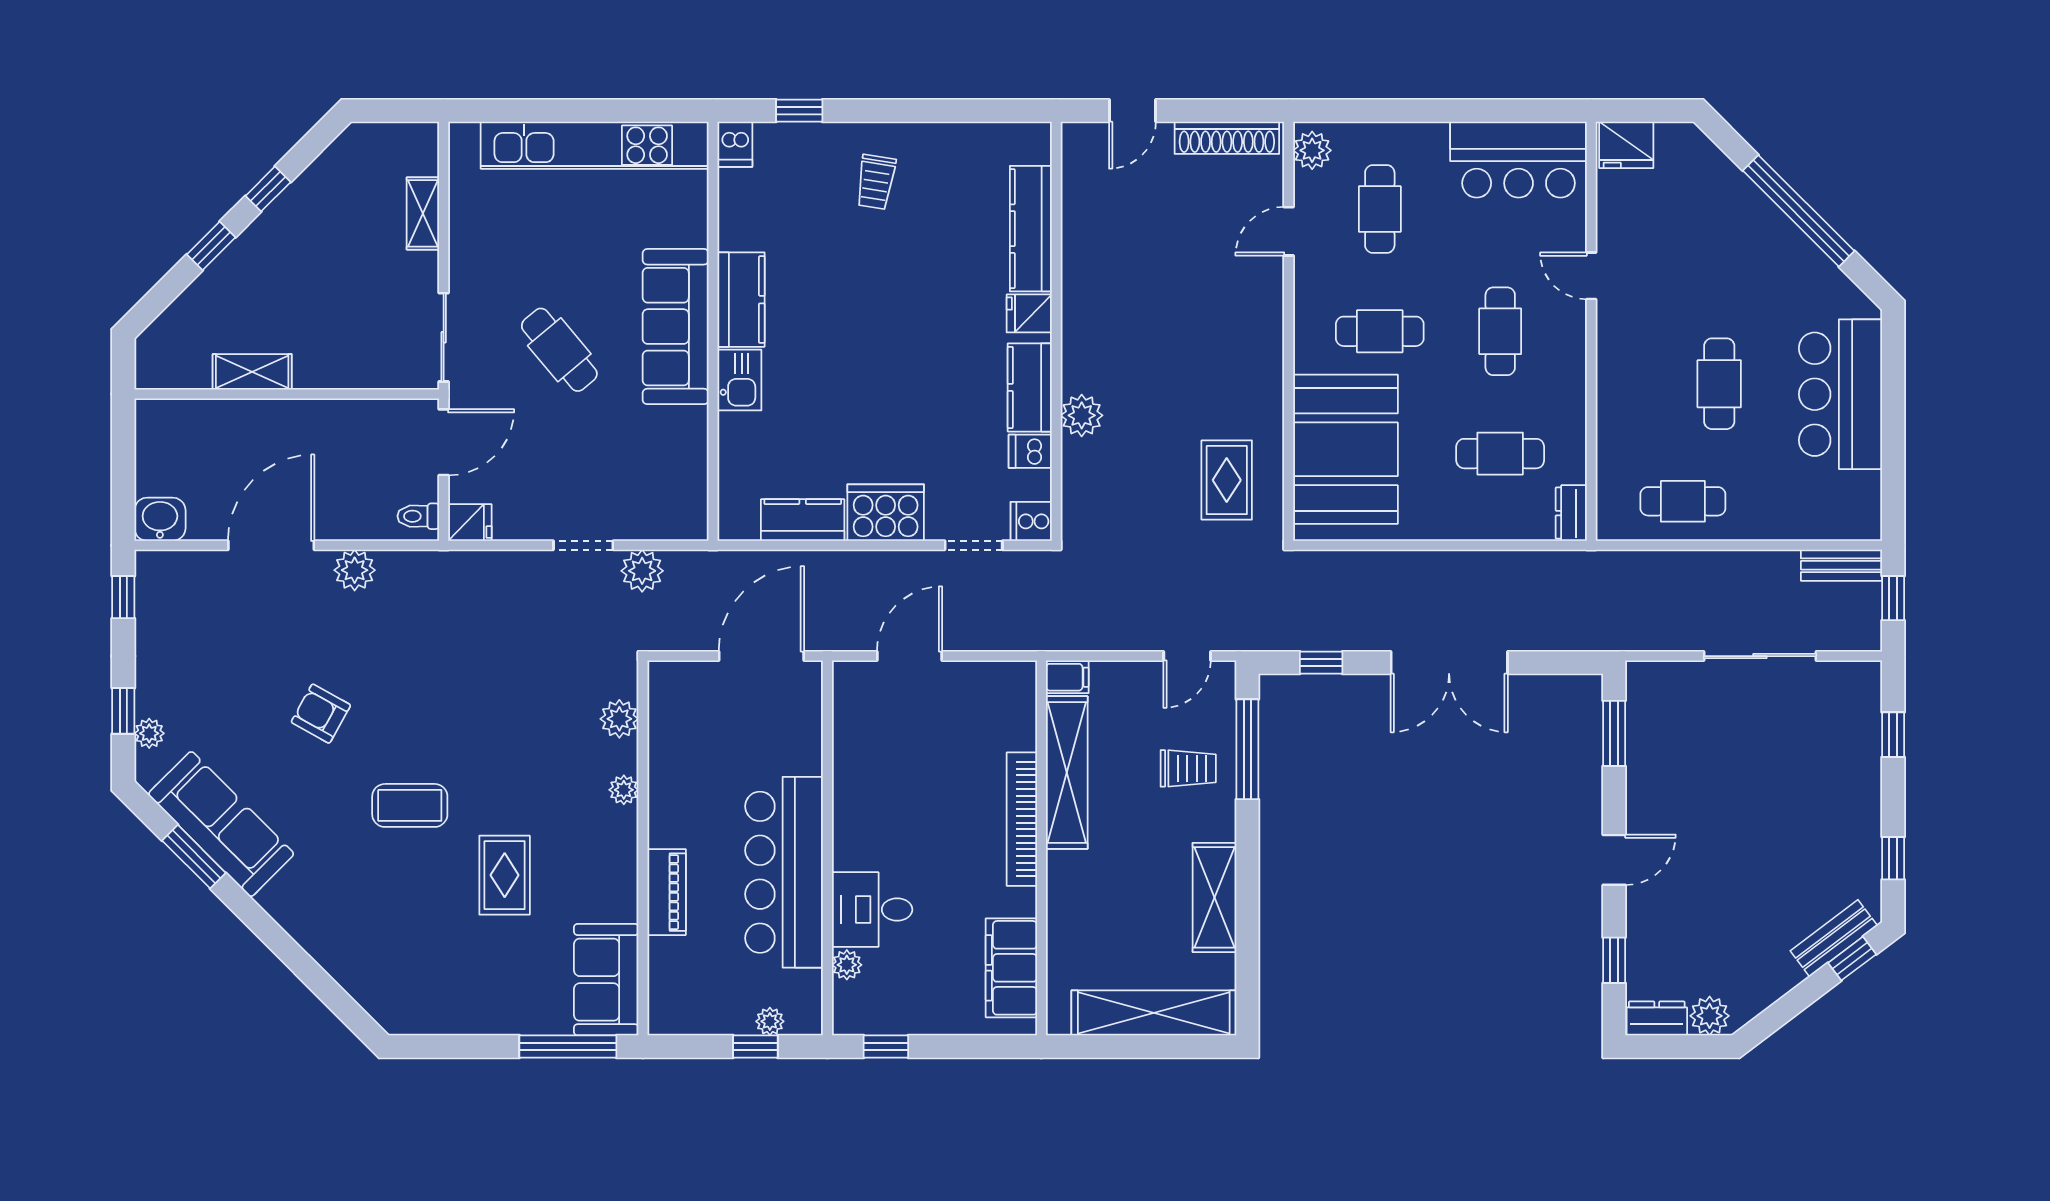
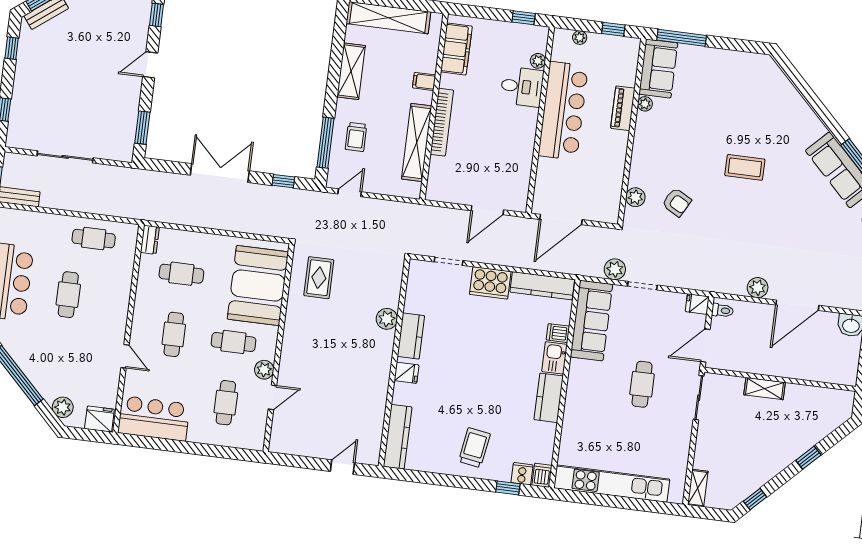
shoe rack: (1227, 138) -> (297, 448), removed
plant: (1312, 150) -> (264, 370), moved
plant: (1702, 159) -> (63, 407), added
trolley: (876, 182) -> (474, 448), width x1.36, depth x1.39
window: (268, 189) -> (755, 499), moved
shelving: (423, 213) -> (698, 488), moved
kitchen counter: (1031, 229) -> (398, 437), moved
sofa: (676, 327) -> (591, 321), moved
cafe table: (559, 350) -> (642, 384), turned 40
shelving: (252, 372) -> (765, 389), moved
dishwasher: (1030, 451) -> (558, 333), moved, turned 180
kitchen counter: (803, 520) -> (542, 286), width x1.50
cooker: (1031, 521) -> (522, 474), moved, turned -90
filing cabinet: (1067, 677) -> (424, 81), moved
armchair: (321, 714) -> (677, 202), moved
trolley: (1188, 768) -> (356, 137), turned -90
plant: (624, 790) -> (645, 104), moved
rug: (505, 875) -> (702, 127), removed
window: (755, 1046) -> (613, 29), moved

